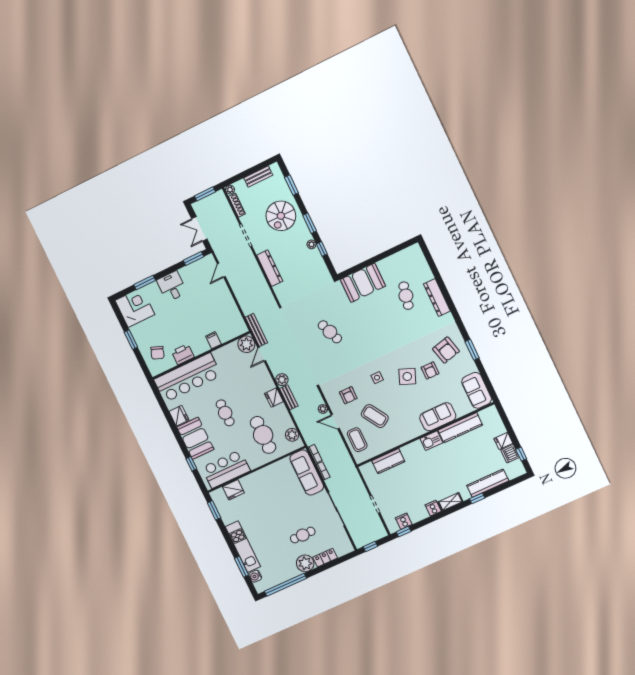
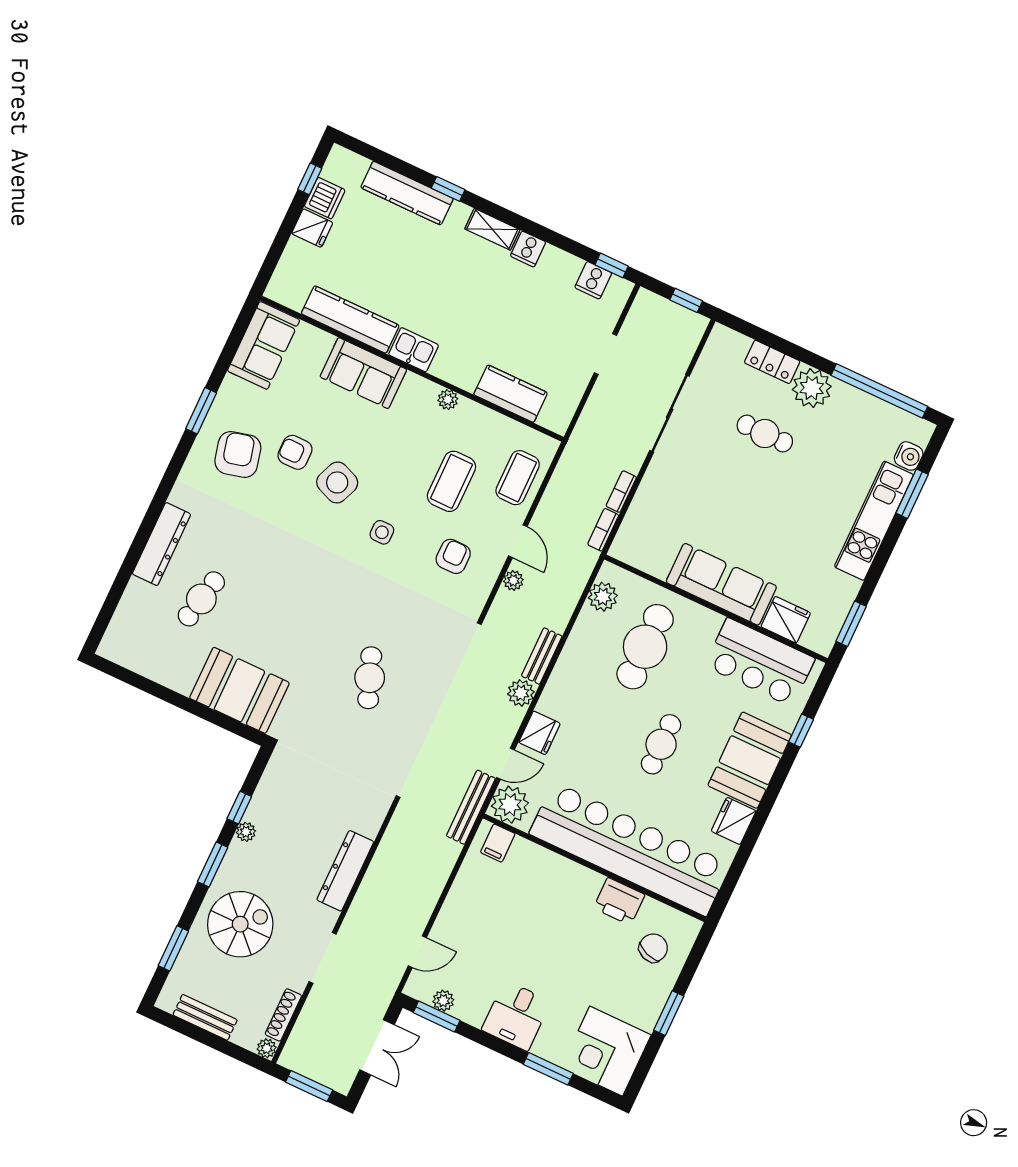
plant: (197, 265) -> (443, 1001), added
filing cabinet: (213, 340) -> (498, 843), moved
armchair: (430, 371) -> (295, 452), turned -90
bar counter: (187, 378) -> (630, 849), width x1.36
fridge: (274, 398) -> (539, 733), moved
coffee table: (375, 416) -> (451, 481), turned 32
plant: (404, 438) -> (448, 400), added
sofa: (307, 473) -> (721, 584), moved, turned -90

